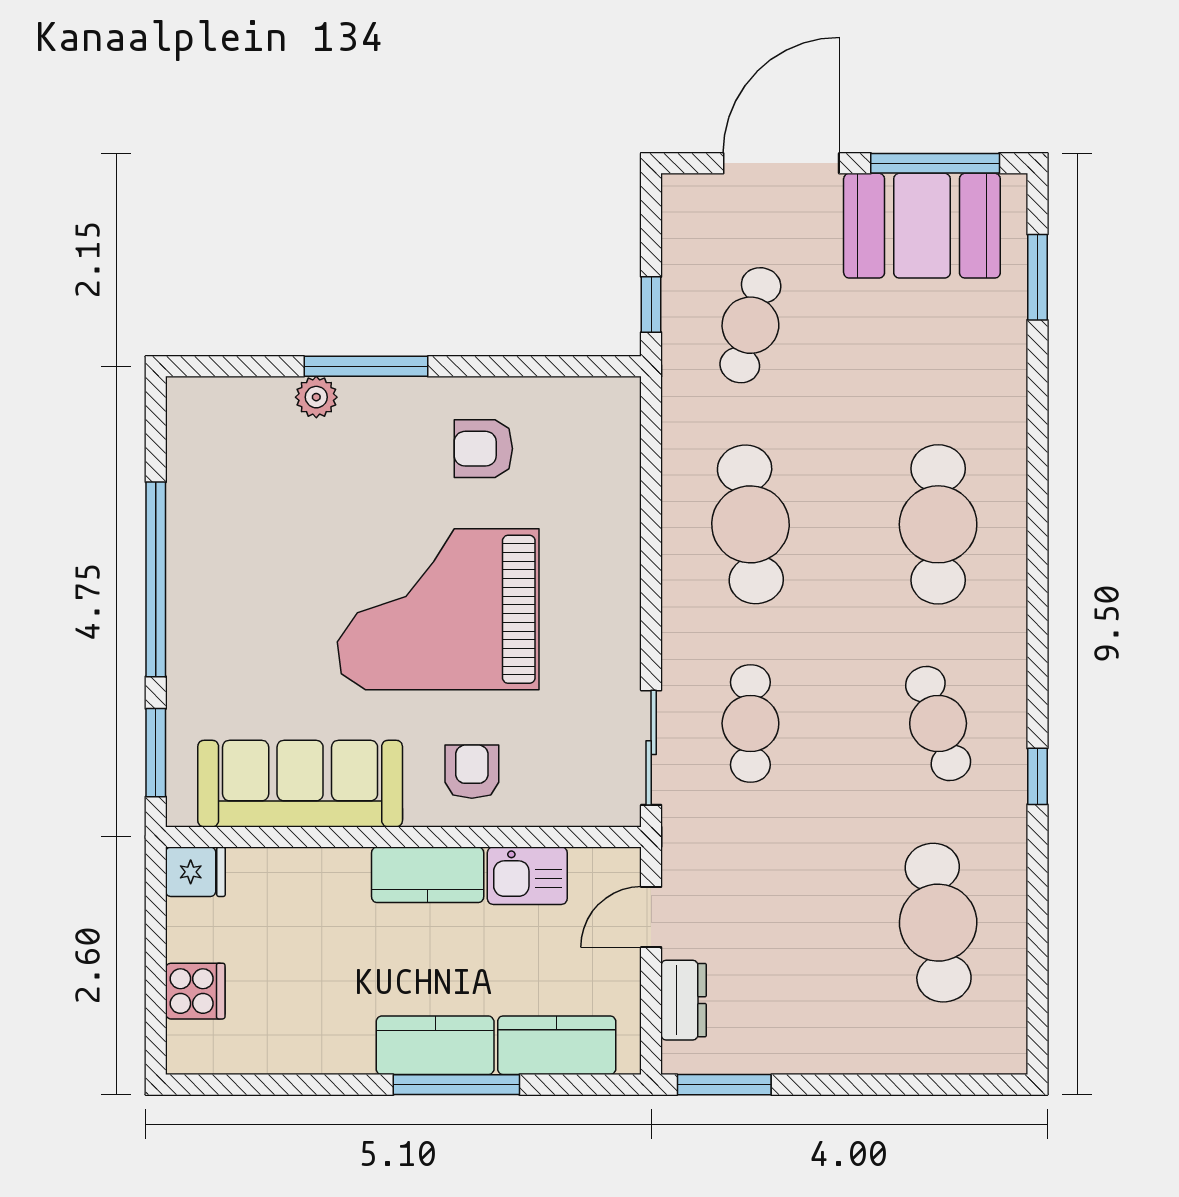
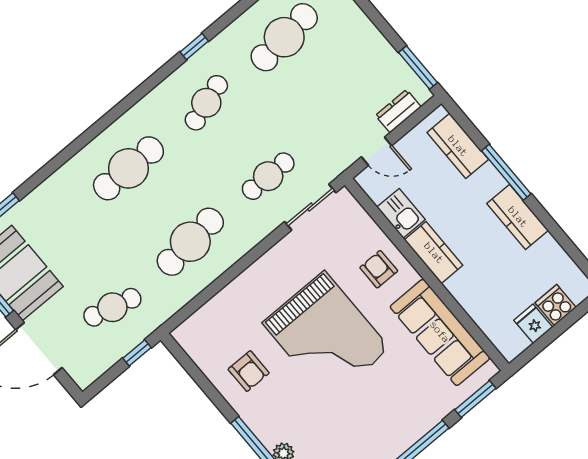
armchair: (472, 772) -> (379, 269), turned 90
fridge: (195, 872) -> (533, 324), moved
kitchen counter: (435, 1045) -> (518, 217), moved

